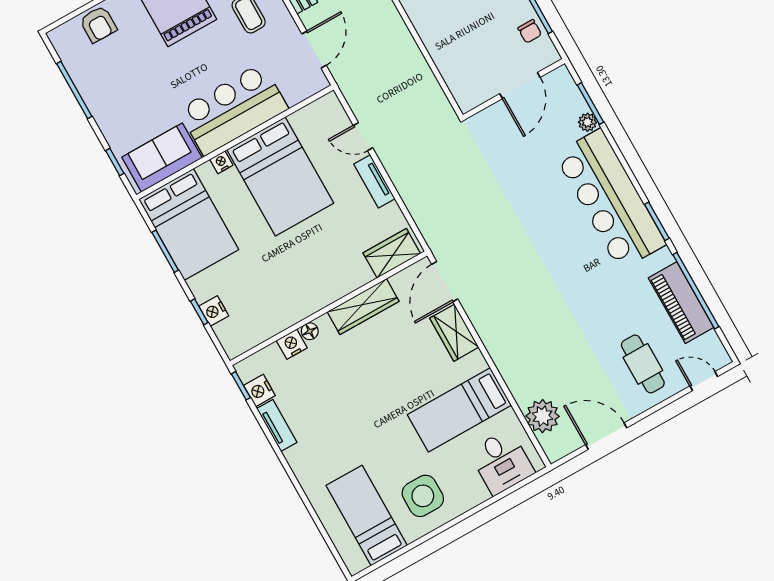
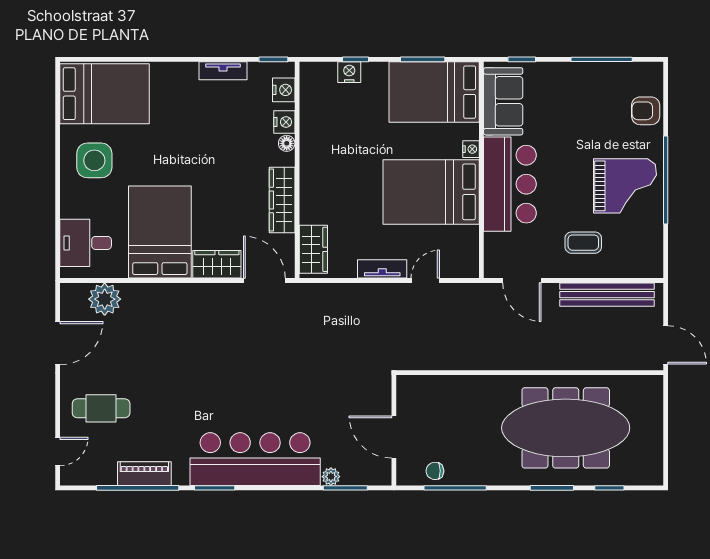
piano: (681, 303) -> (144, 474), width x0.73, depth x0.75
nightstand: (259, 391) -> (284, 90), moved, turned 90
bed: (459, 410) -> (160, 232), width x1.50
bed: (367, 515) -> (105, 94), width x1.50

